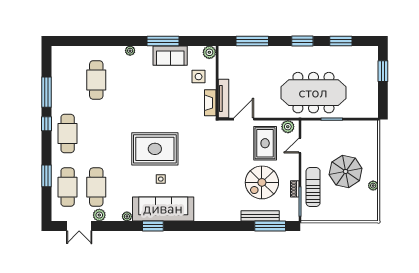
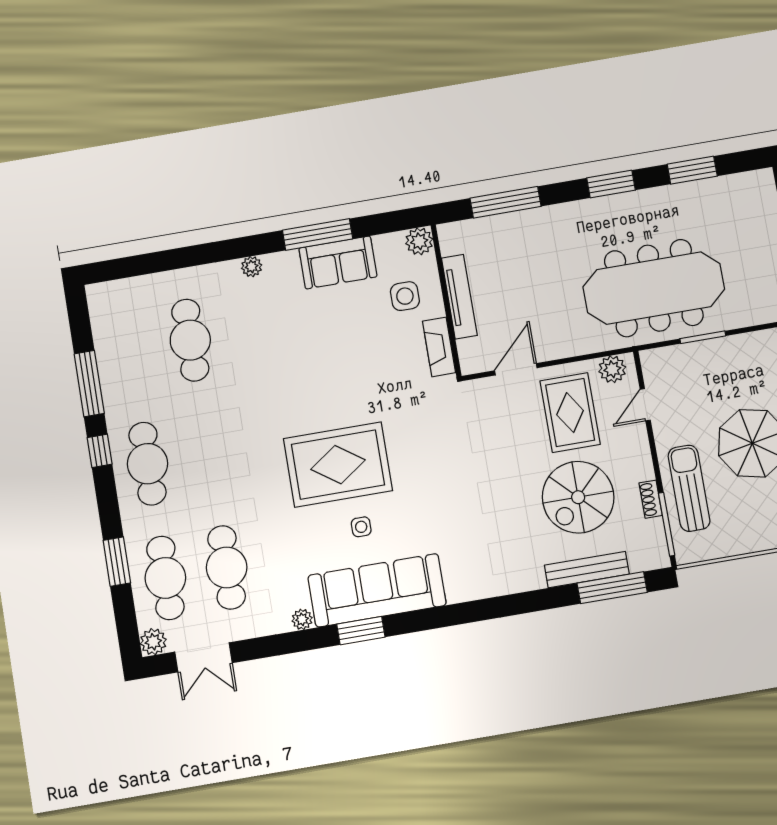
tv unit: (224, 99) -> (459, 297), moved
plant: (99, 215) -> (153, 642), moved

